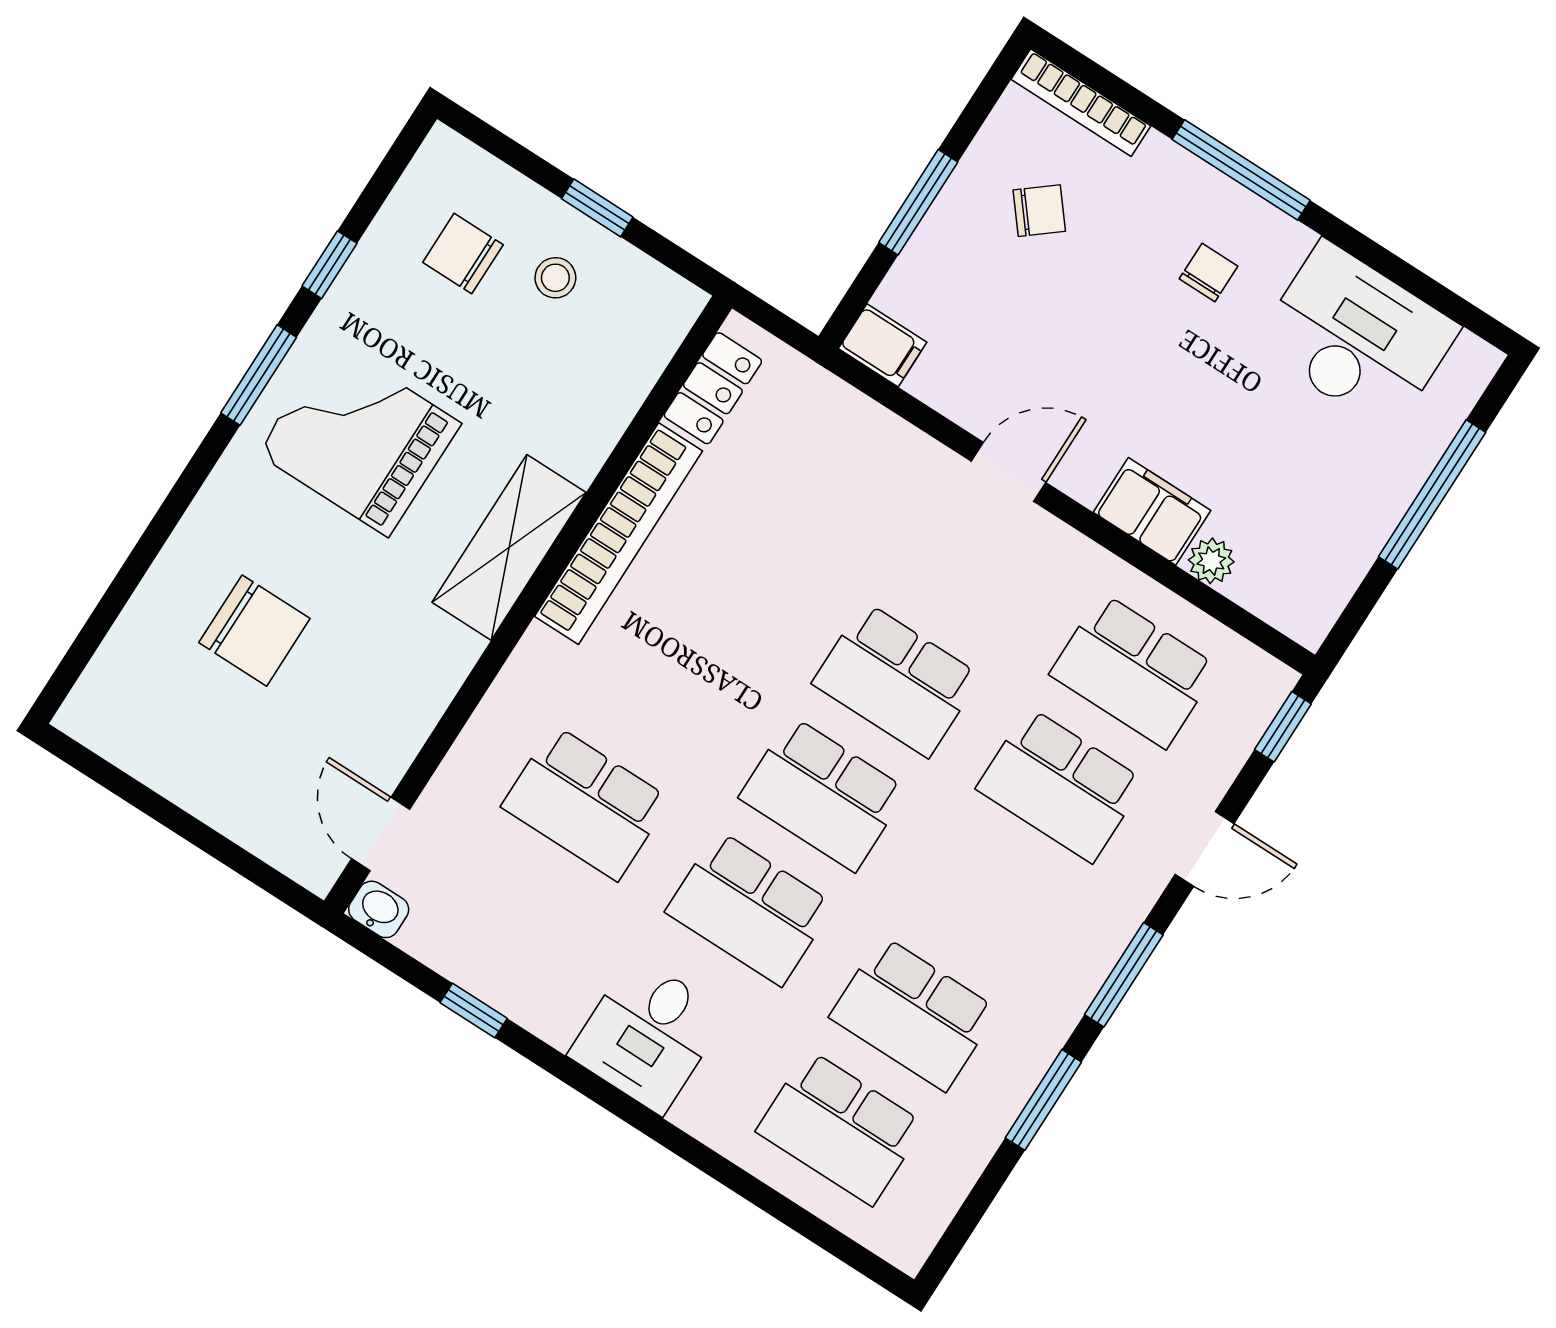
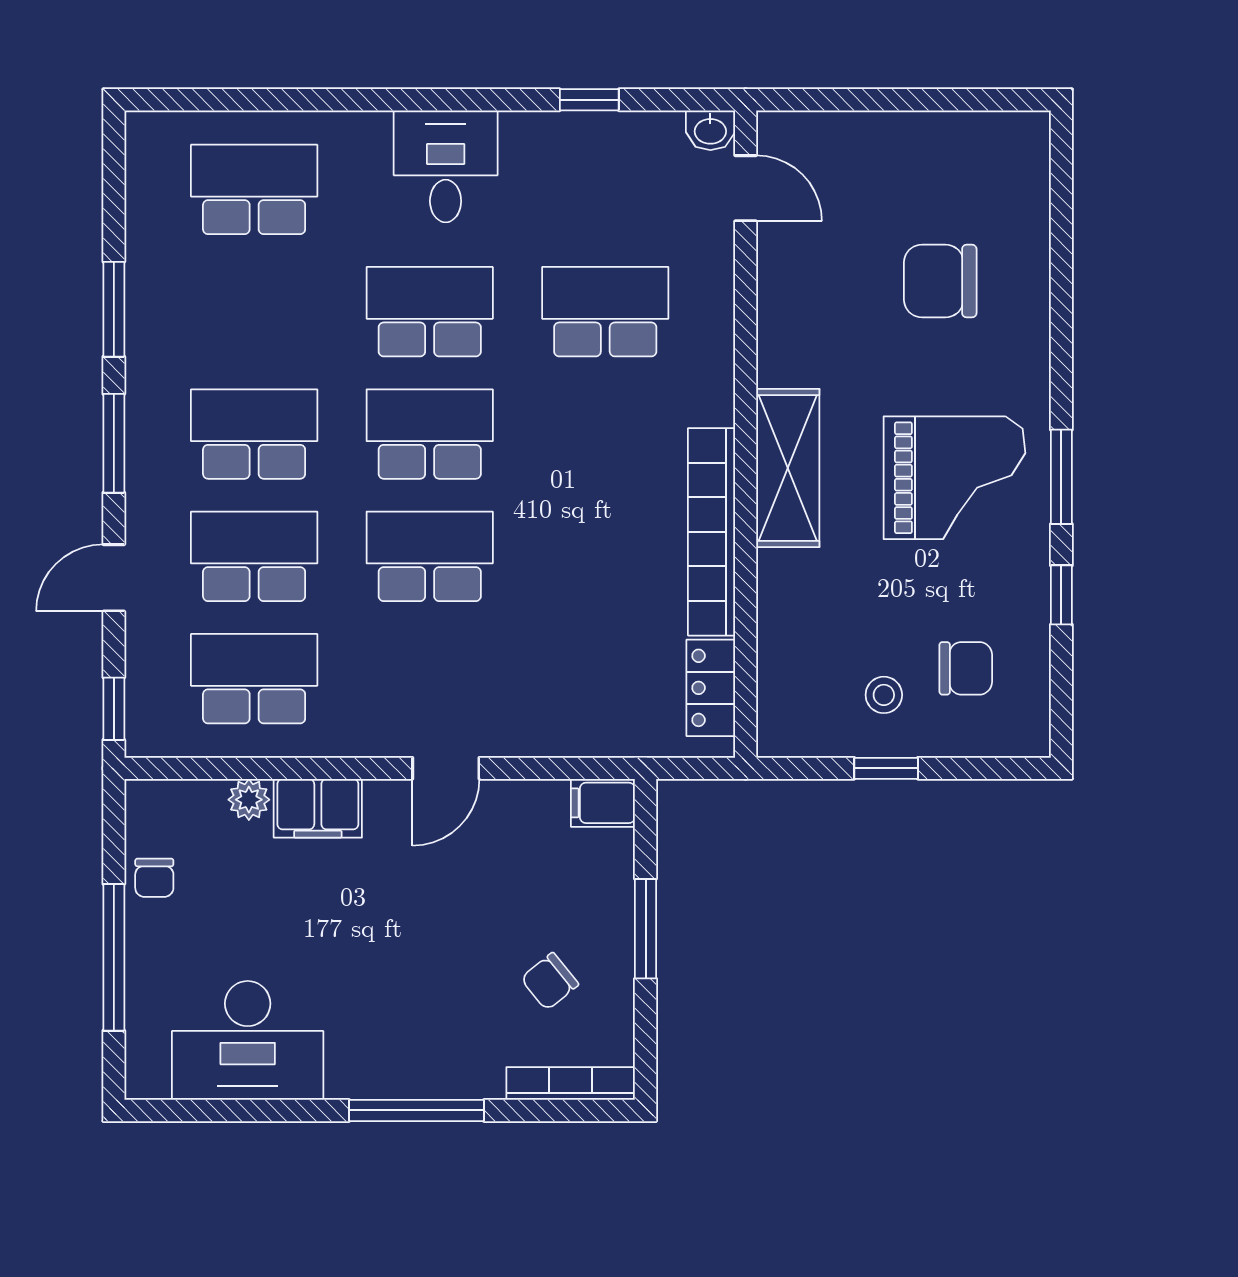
chair: (1208, 273) -> (154, 878), moved
school desk: (914, 1013) -> (254, 434), moved

